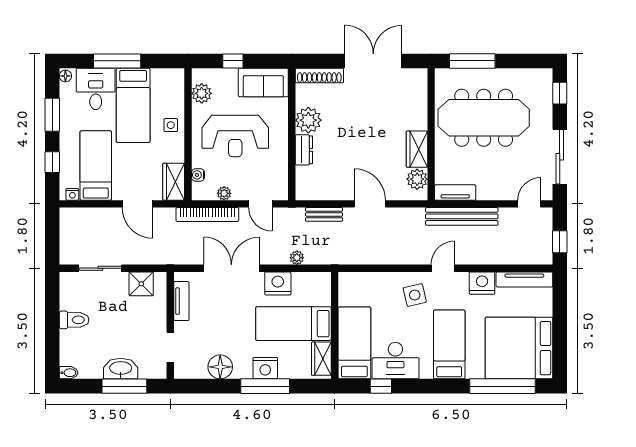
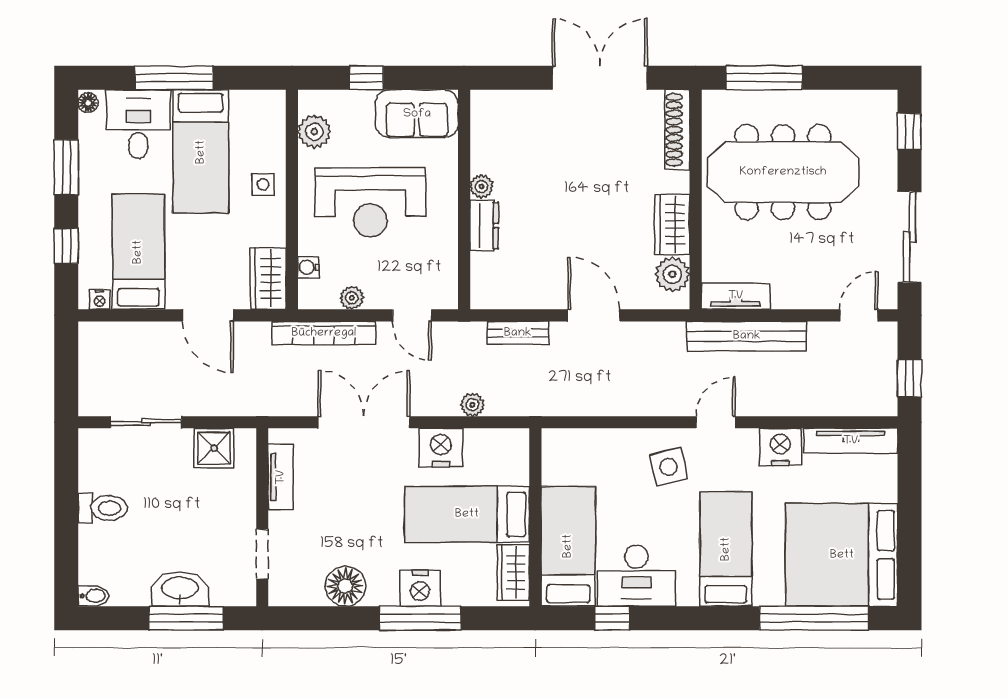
shoe rack: (319, 76) -> (677, 130), moved, turned 90
plant: (308, 120) -> (482, 186), width x0.53, depth x0.53

